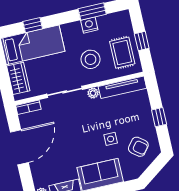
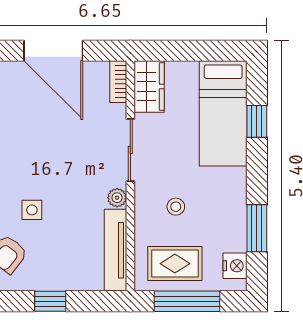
nightstand: (89, 25) -> (235, 266), moved
window: (142, 41) -> (187, 301), width x2.17
stool: (91, 59) -> (176, 207), width x0.53, depth x0.53
wardrobe: (18, 78) -> (149, 87), moved, turned -90

